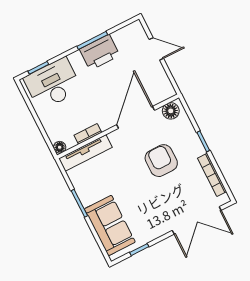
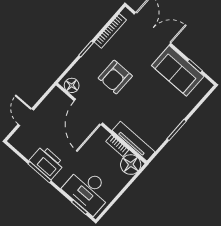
door: (136, 117) -> (88, 112), hinge flipped
floor lamp: (60, 147) -> (131, 165), width x1.89, depth x1.89
sofa: (110, 225) -> (178, 71), moved, turned -90

